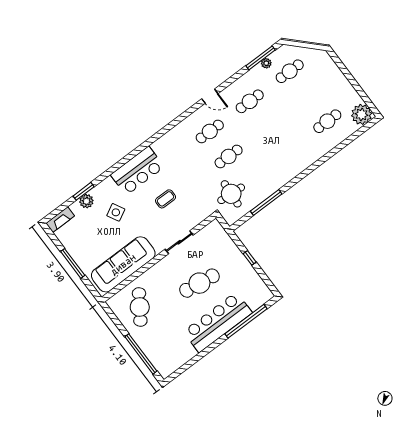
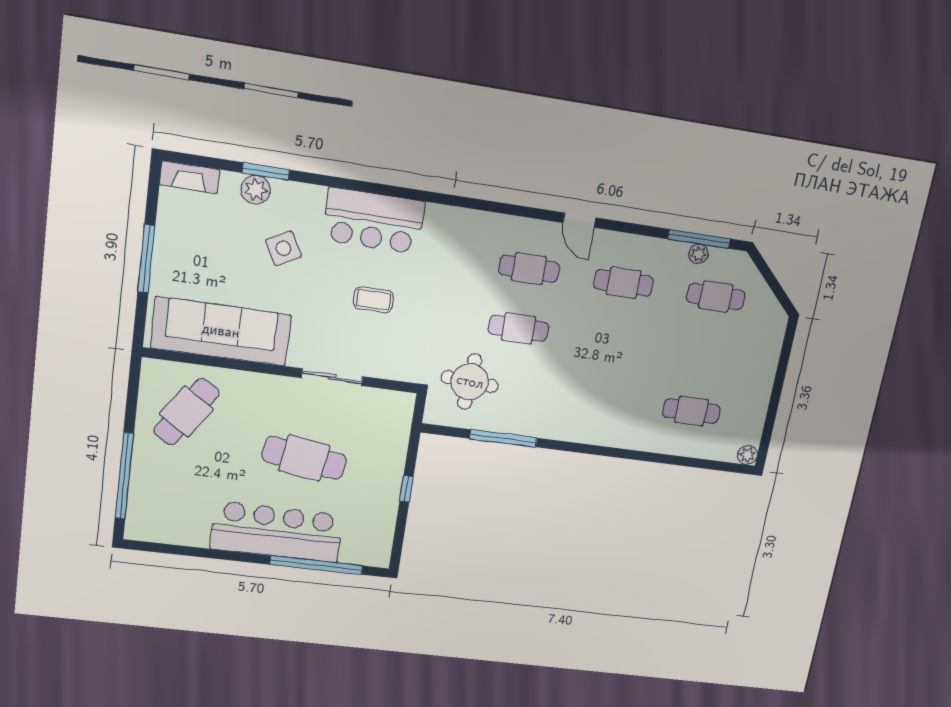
plant: (362, 114) -> (747, 455), width x0.53, depth x0.53

